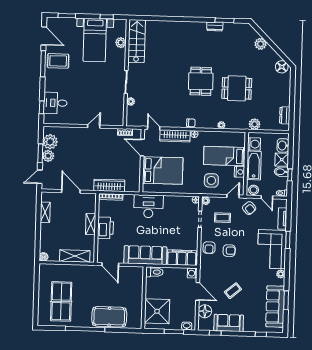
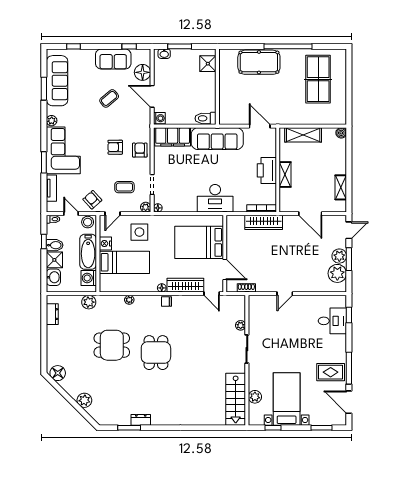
shower: (157, 311) -> (208, 64), width x0.54, depth x0.54

